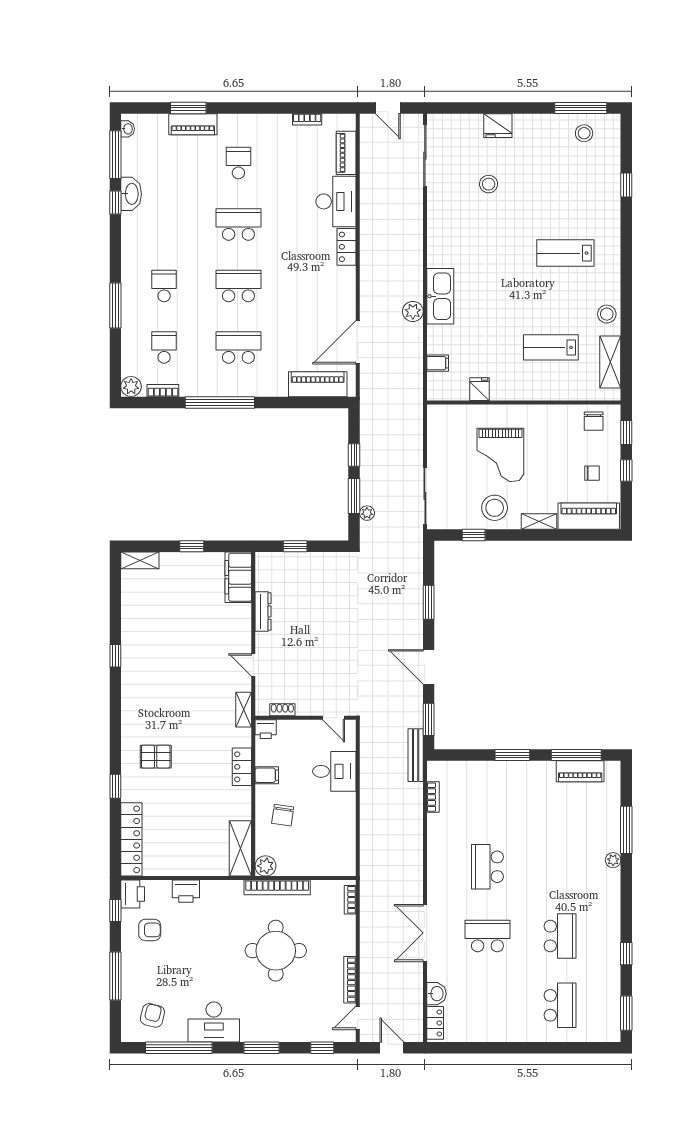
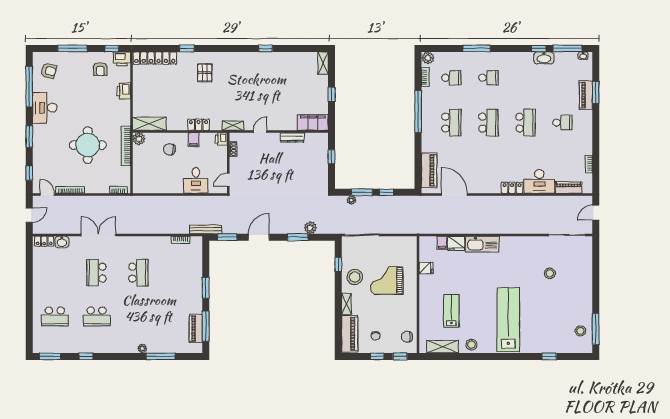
fridge: (498, 126) -> (456, 243), moved, turned -90
lab bench: (565, 253) -> (508, 320), width x1.86, depth x1.39
plant: (413, 311) -> (310, 228), moved
school desk: (487, 867) -> (138, 273), turned 90
school desk: (487, 936) -> (97, 273), turned 180

